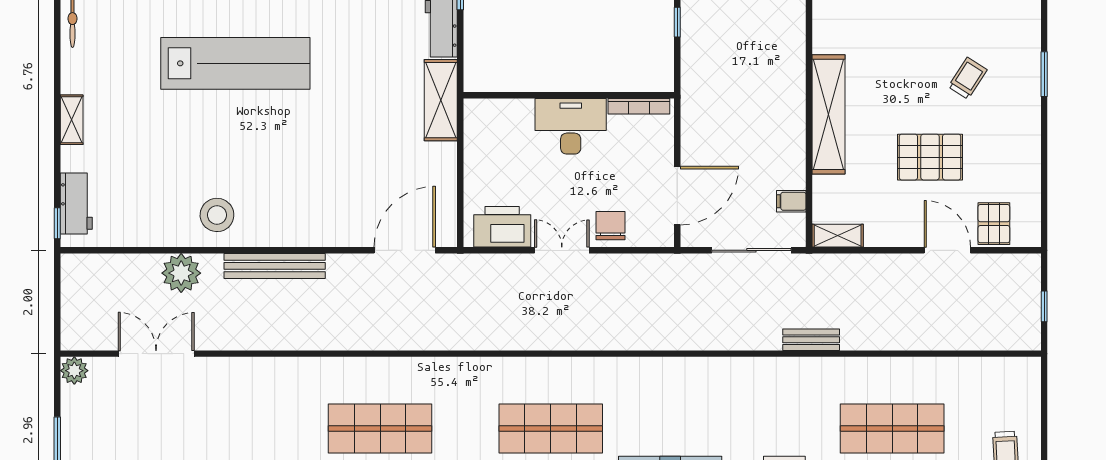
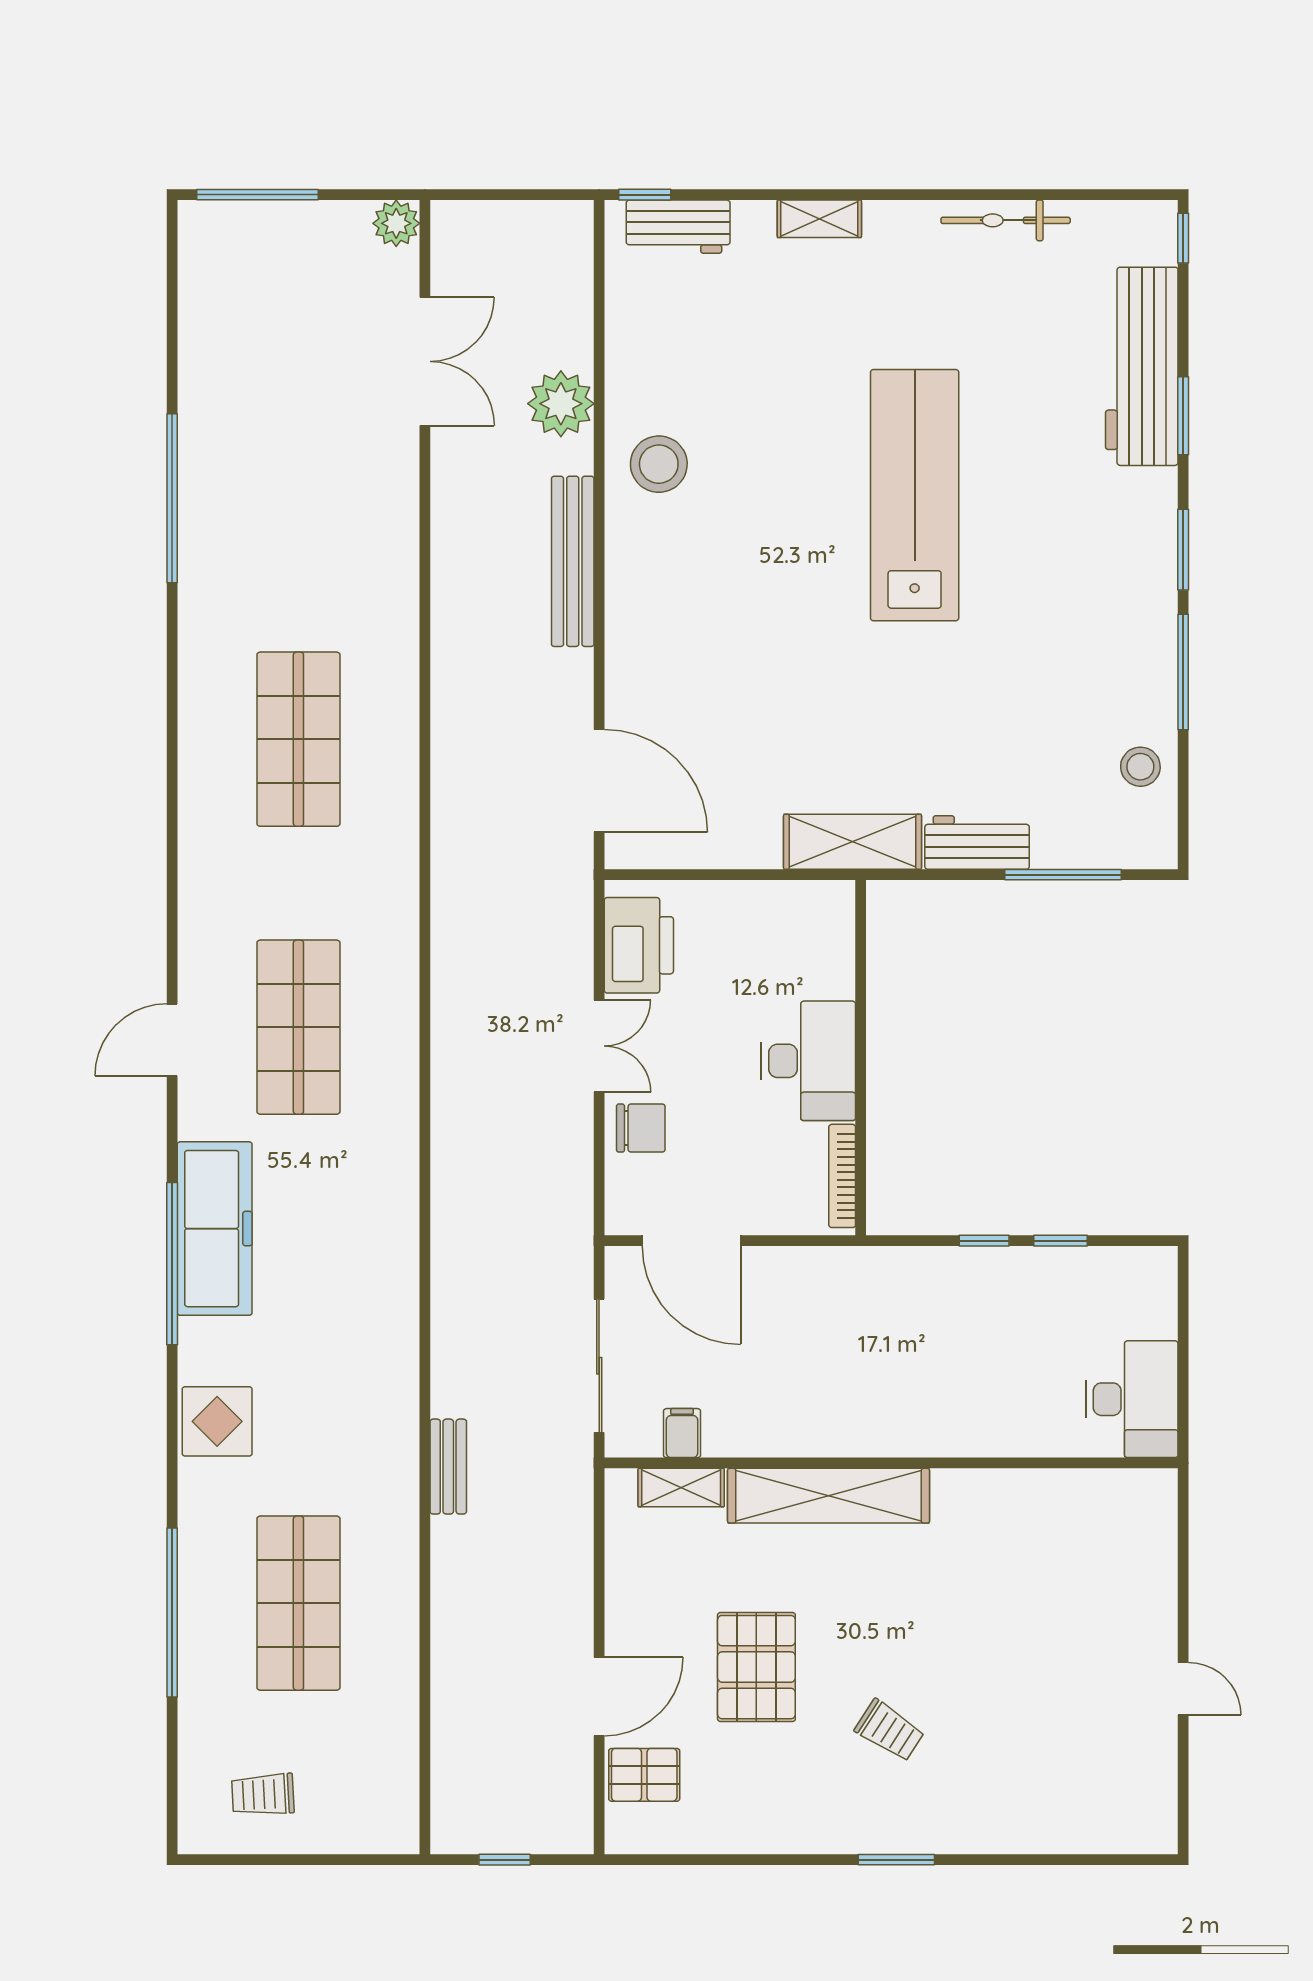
lab bench: (235, 63) -> (915, 495), turned 180
shelving: (838, 236) -> (681, 1488), moved, turned 90

